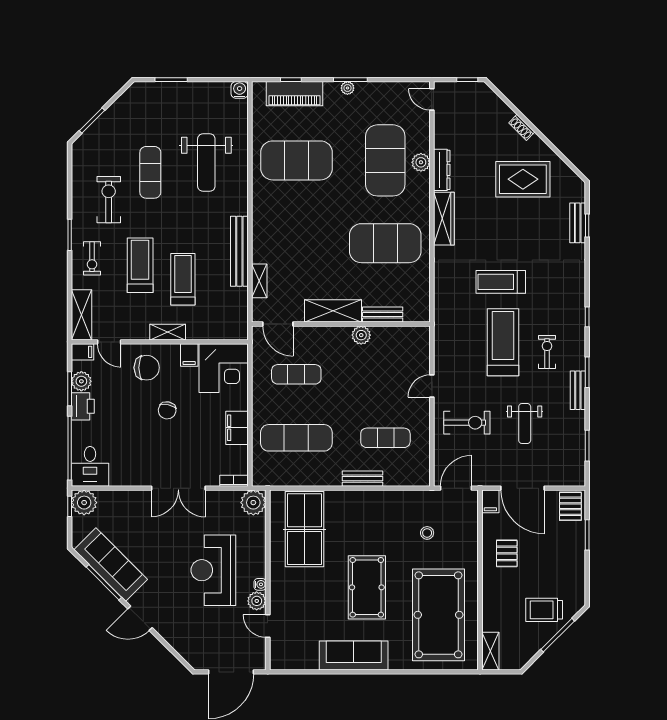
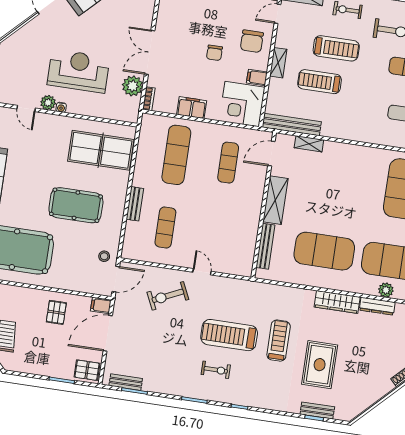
rug: (523, 179) -> (320, 365), moved
exercise mat: (385, 243) -> (324, 251), turned 90
bench: (239, 251) -> (292, 125), moved
treadmill: (183, 279) -> (320, 82), turned 180
bench: (383, 315) -> (265, 246), width x1.36
plant: (361, 335) -> (252, 220), removed
treadmill: (503, 342) -> (229, 335), turned 180
bench: (578, 390) -> (126, 382), moved
chair: (167, 410) -> (214, 53), turned -102
exercise bike: (467, 423) -> (168, 296), turned 65
weight bench: (525, 423) -> (160, 343), removed
door: (456, 488) -> (116, 279), hinge flipped
plant: (253, 503) -> (133, 86), moved
stool: (427, 533) -> (104, 256), moved
pallet: (507, 553) -> (56, 312), turned 90
pool table: (367, 587) -> (76, 205), moved
door: (268, 626) -> (26, 109), swing flipped

